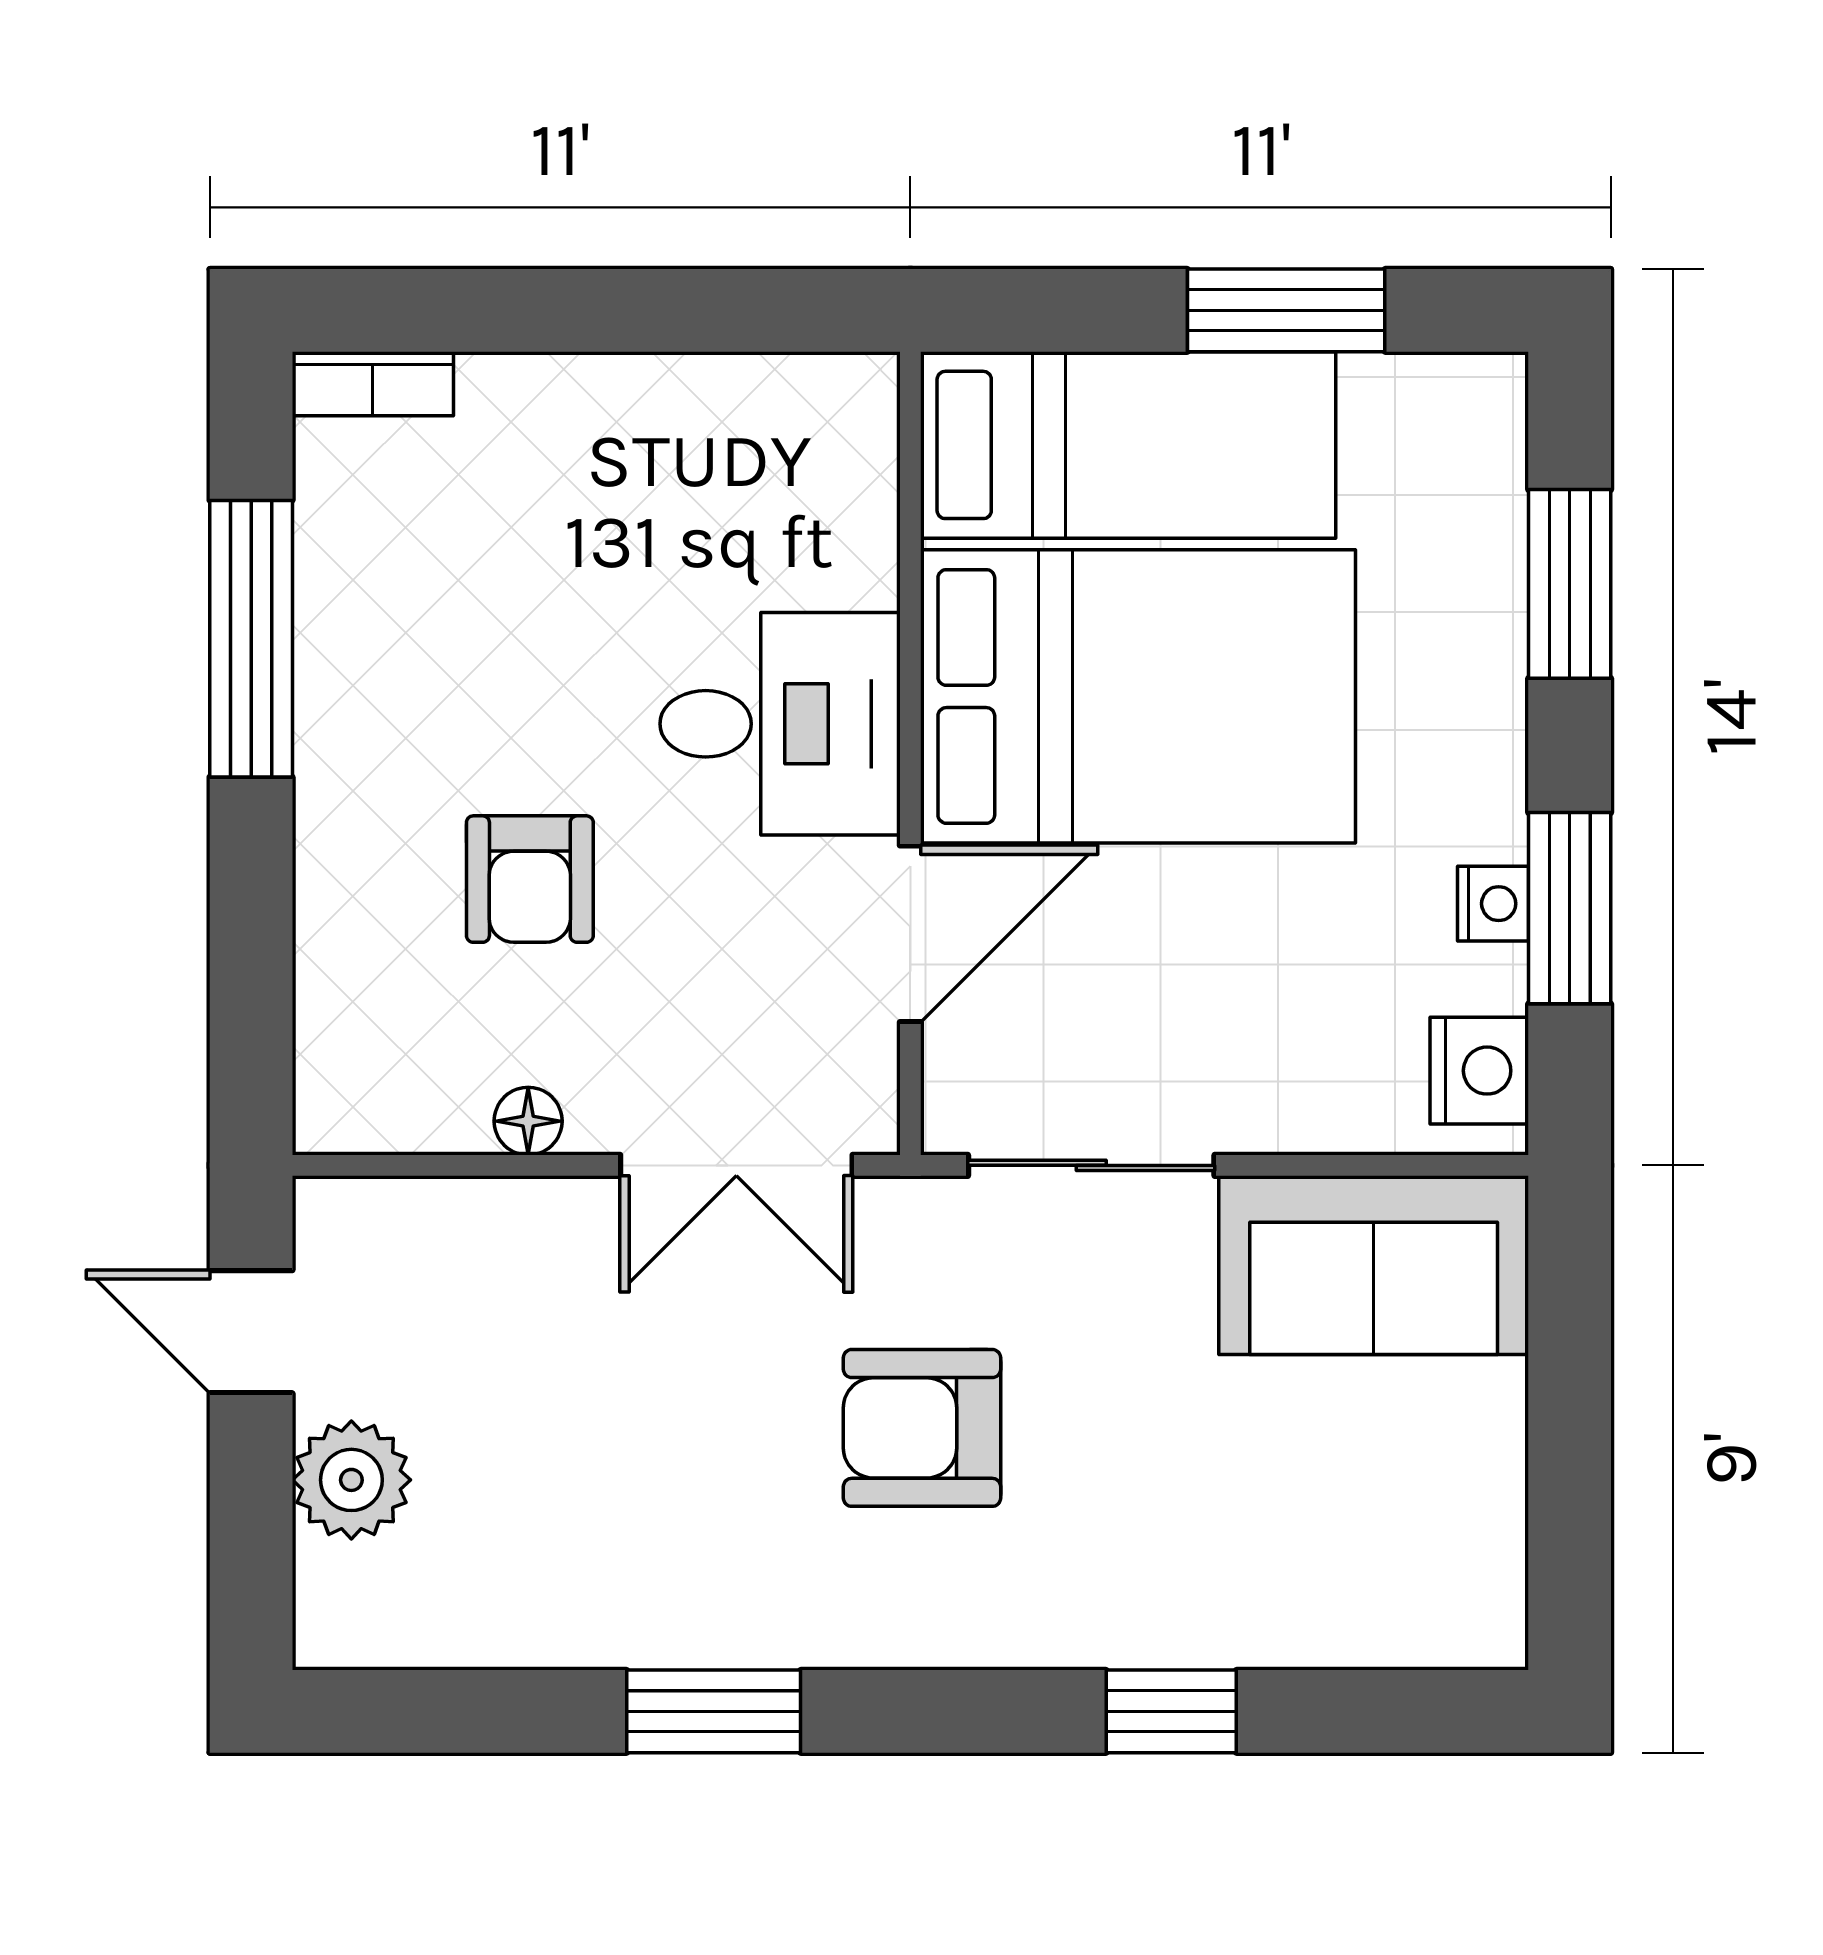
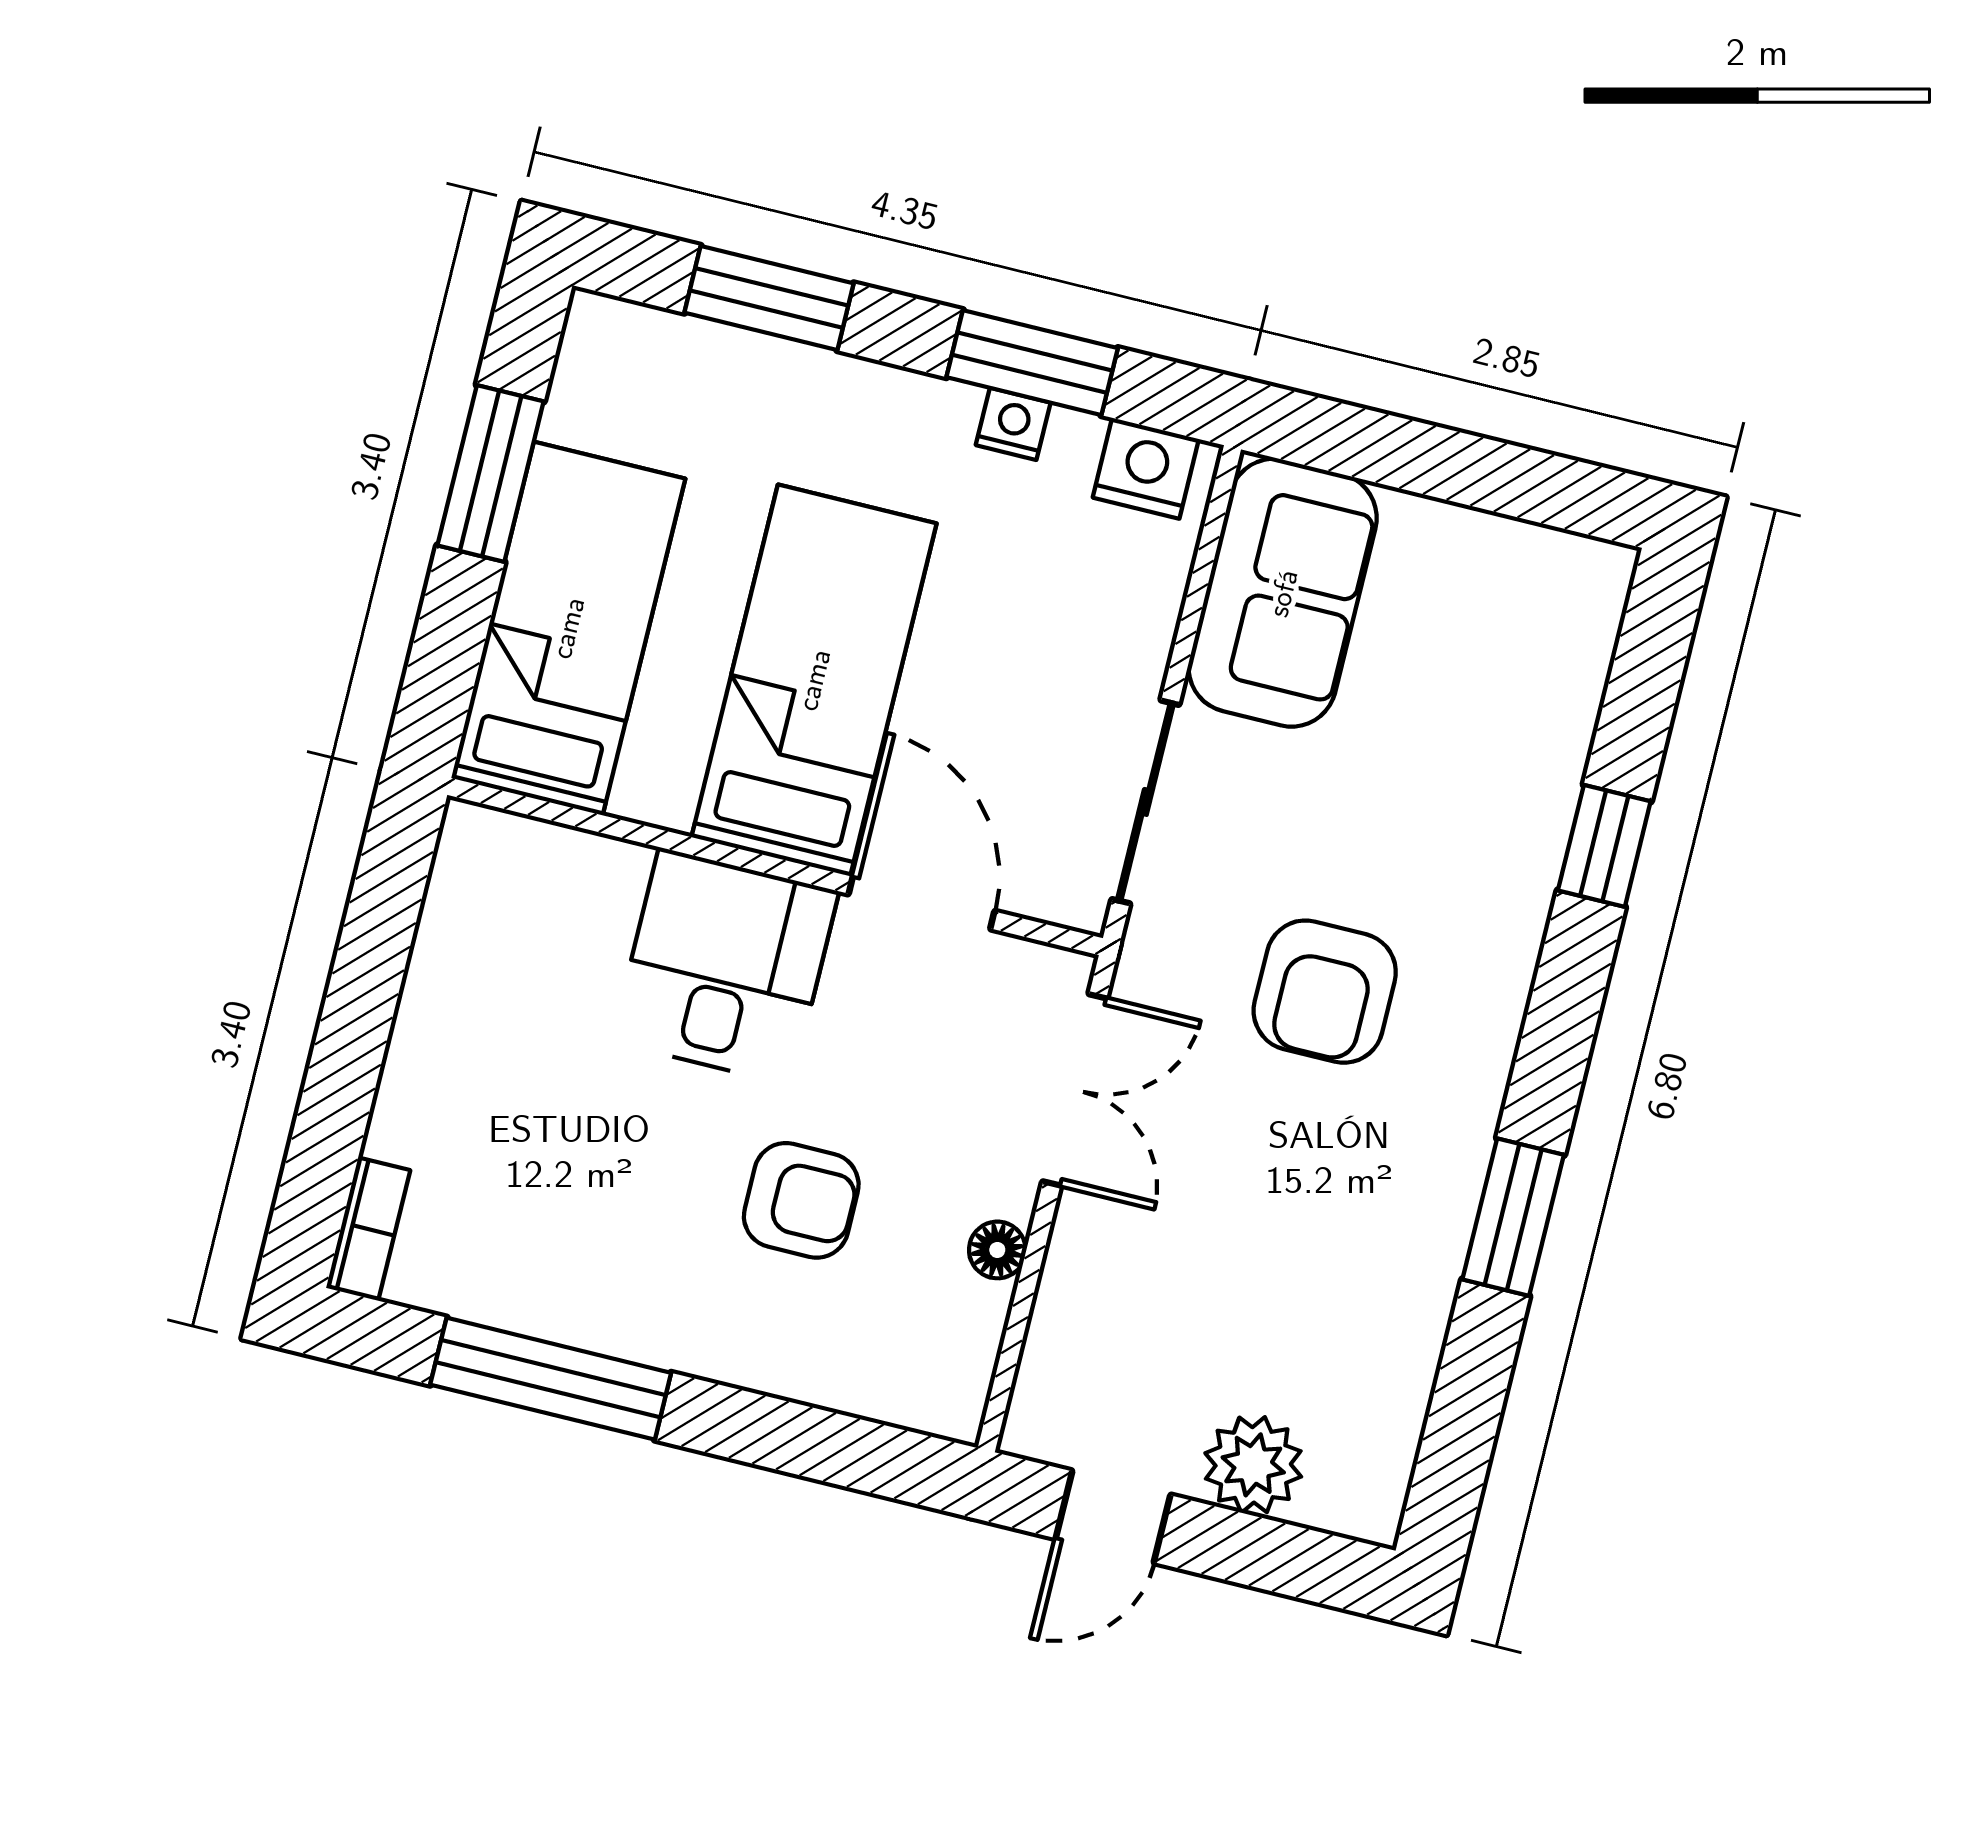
bed: (1138, 696) -> (814, 680), width x0.67

